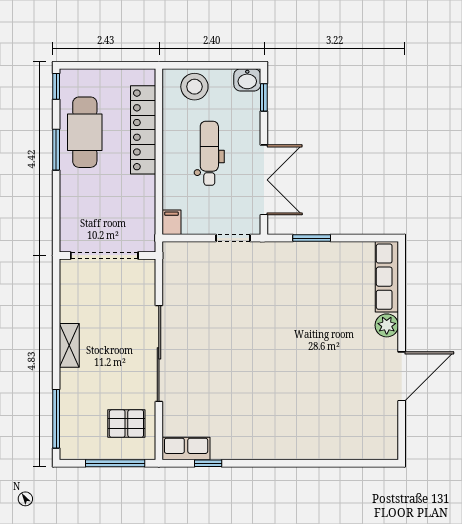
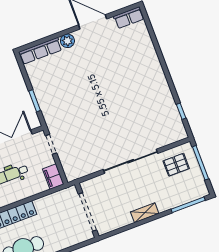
filing cabinet: (171, 222) -> (53, 177), width x2.00
pallet: (126, 424) -> (176, 165), turned 90
row of seats: (186, 449) -> (129, 18), moved, turned -90

